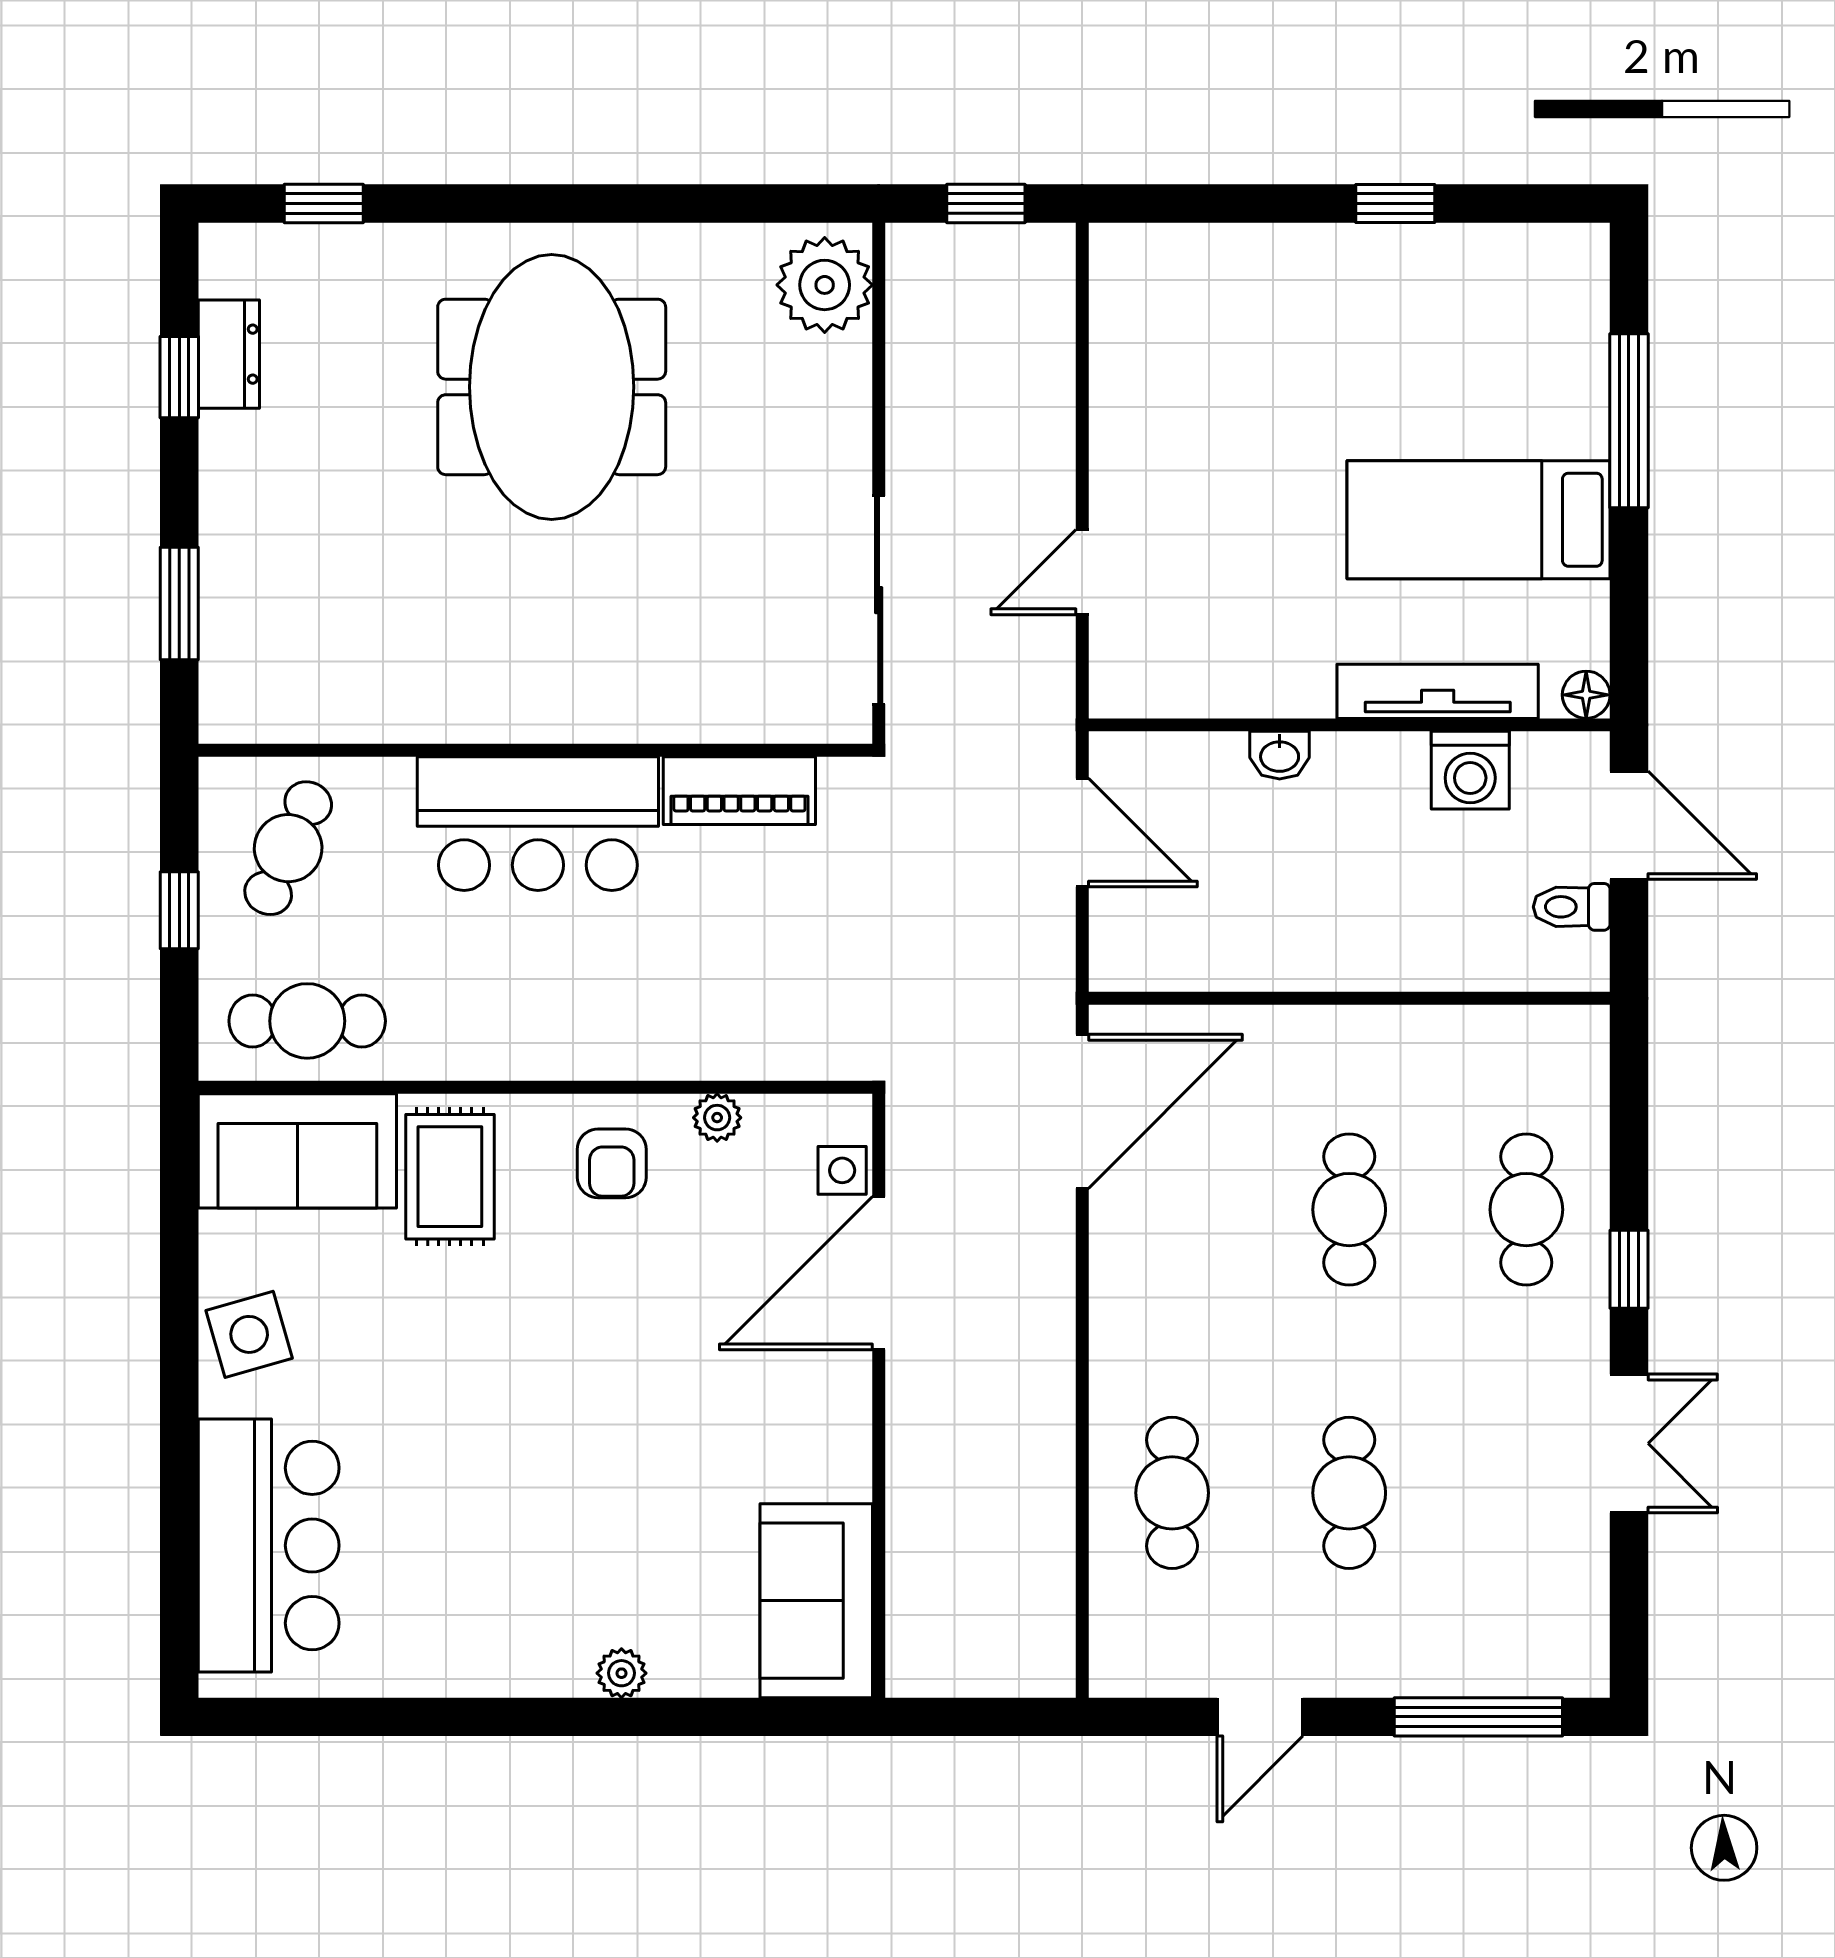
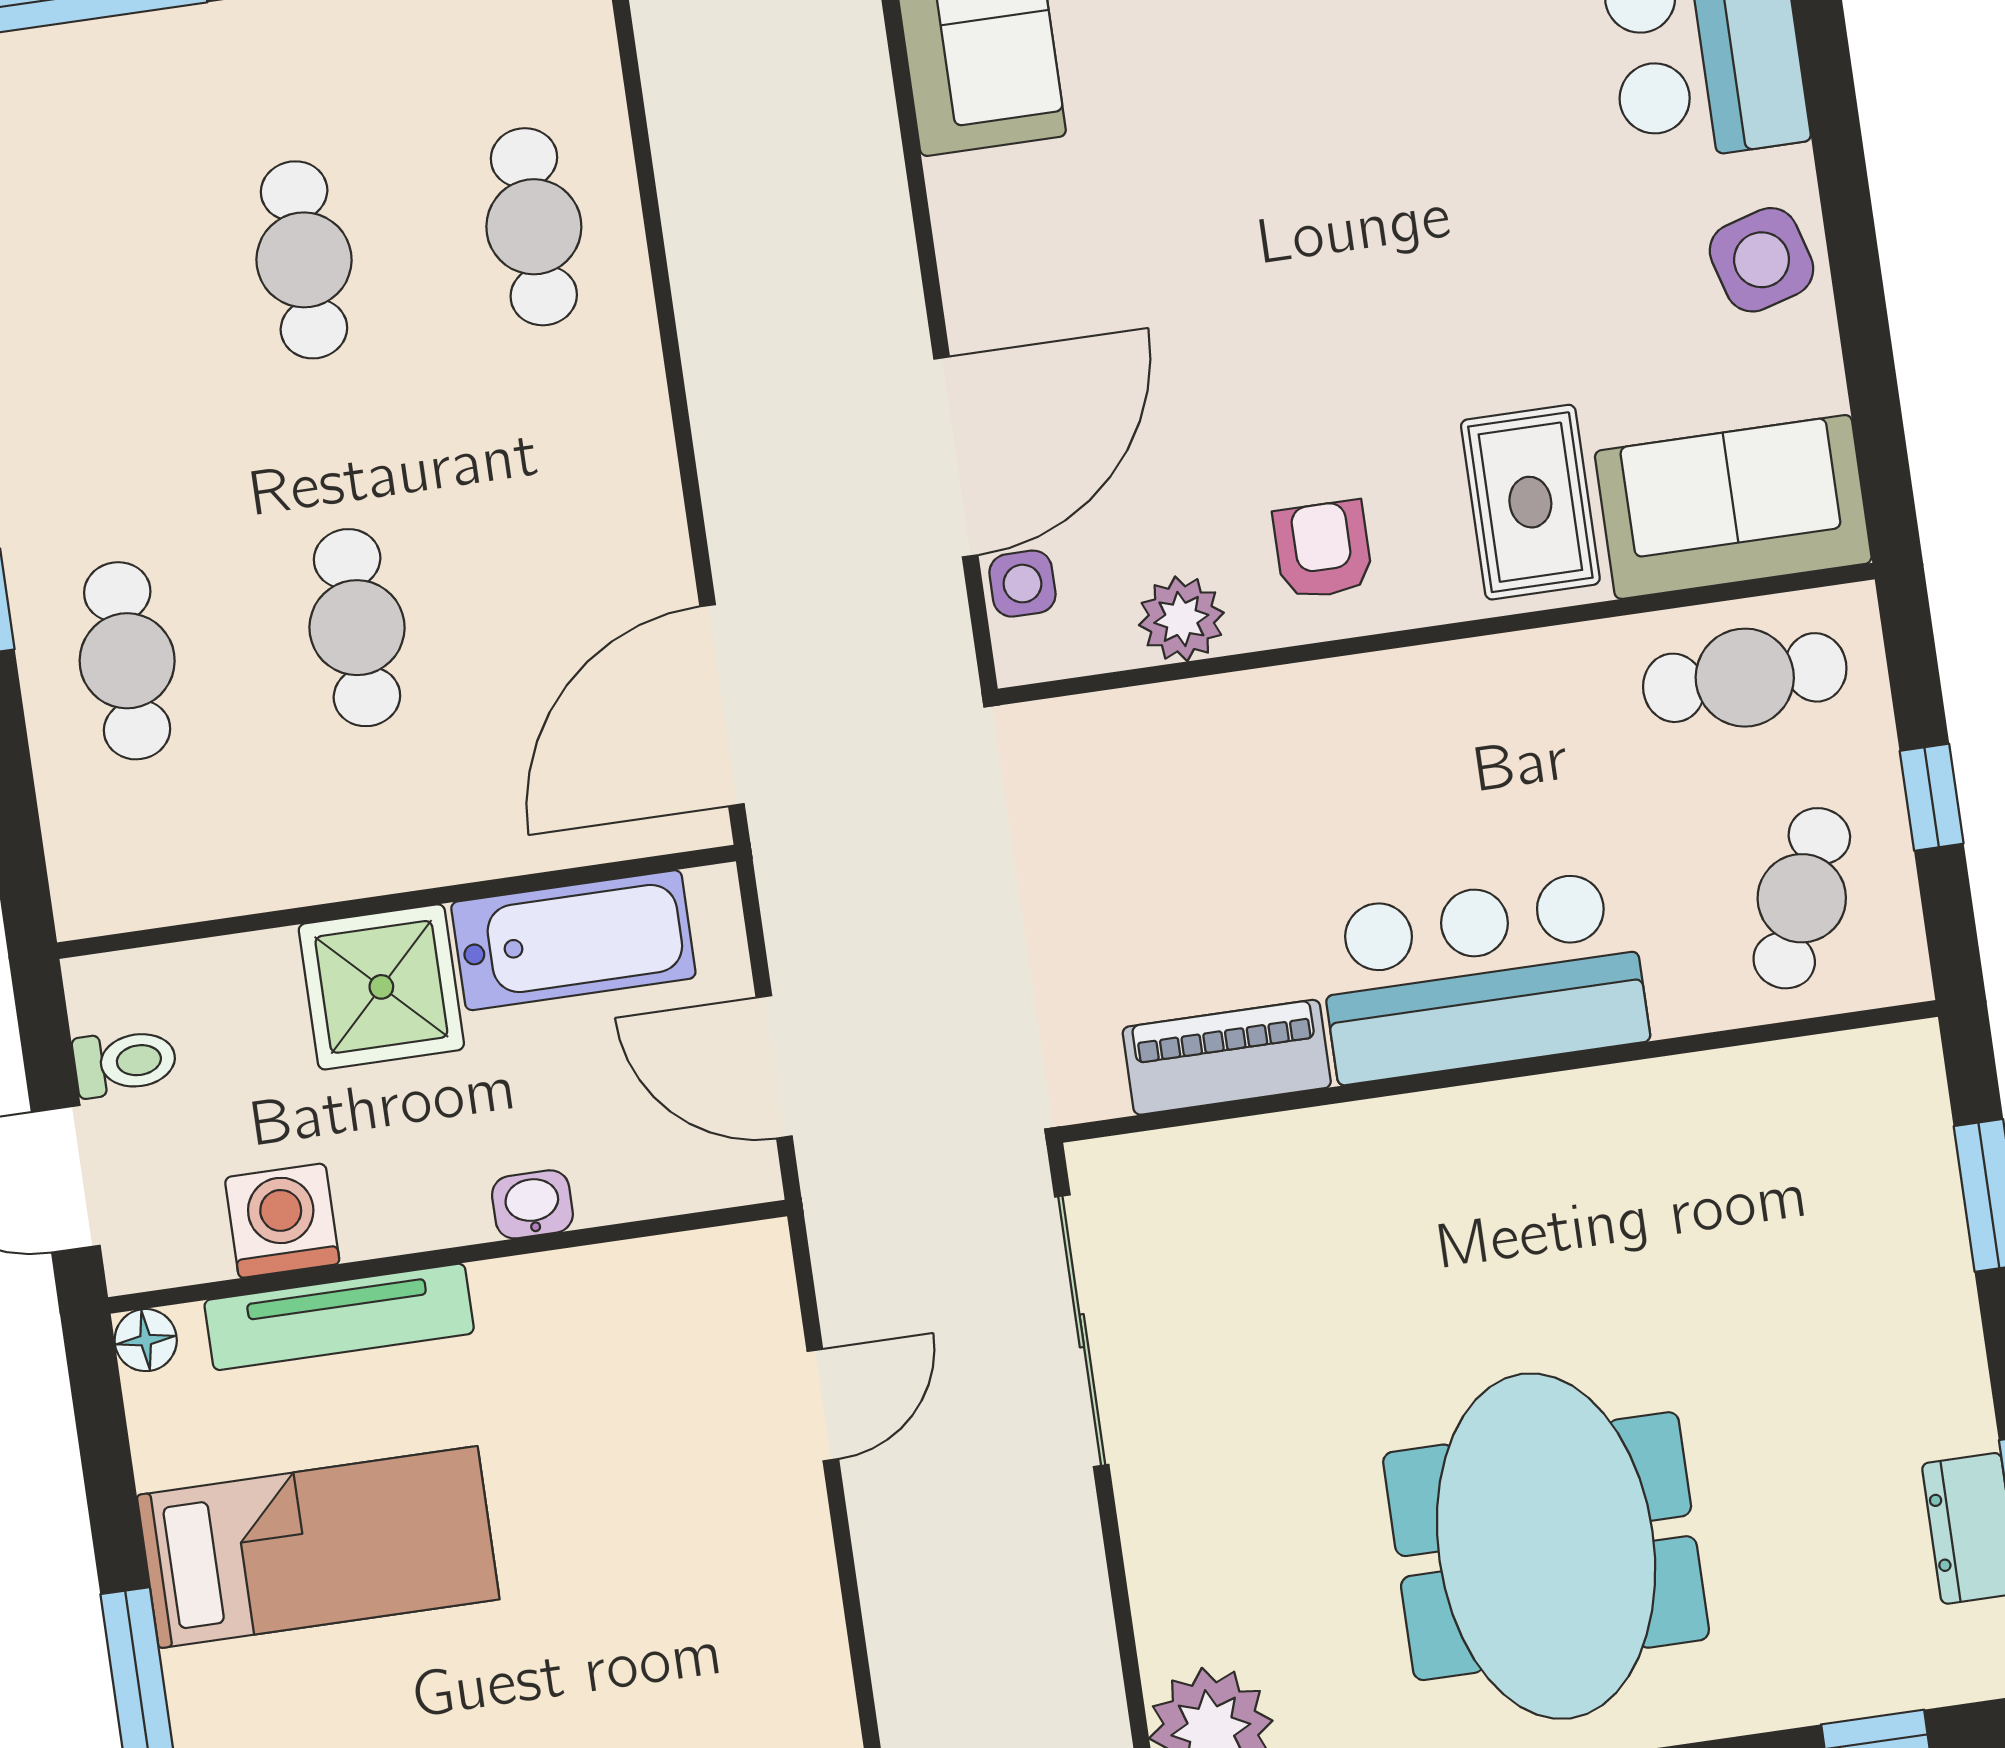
shower: (1370, 936) -> (381, 987), added
bathtub: (1220, 950) -> (573, 940), added
plant: (717, 1118) -> (1181, 619), width x1.38, depth x1.38

